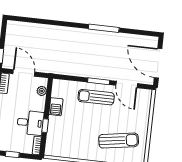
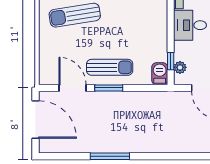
barbecue: (56, 107) -> (160, 74), moved
window: (45, 126) -> (171, 61), moved

